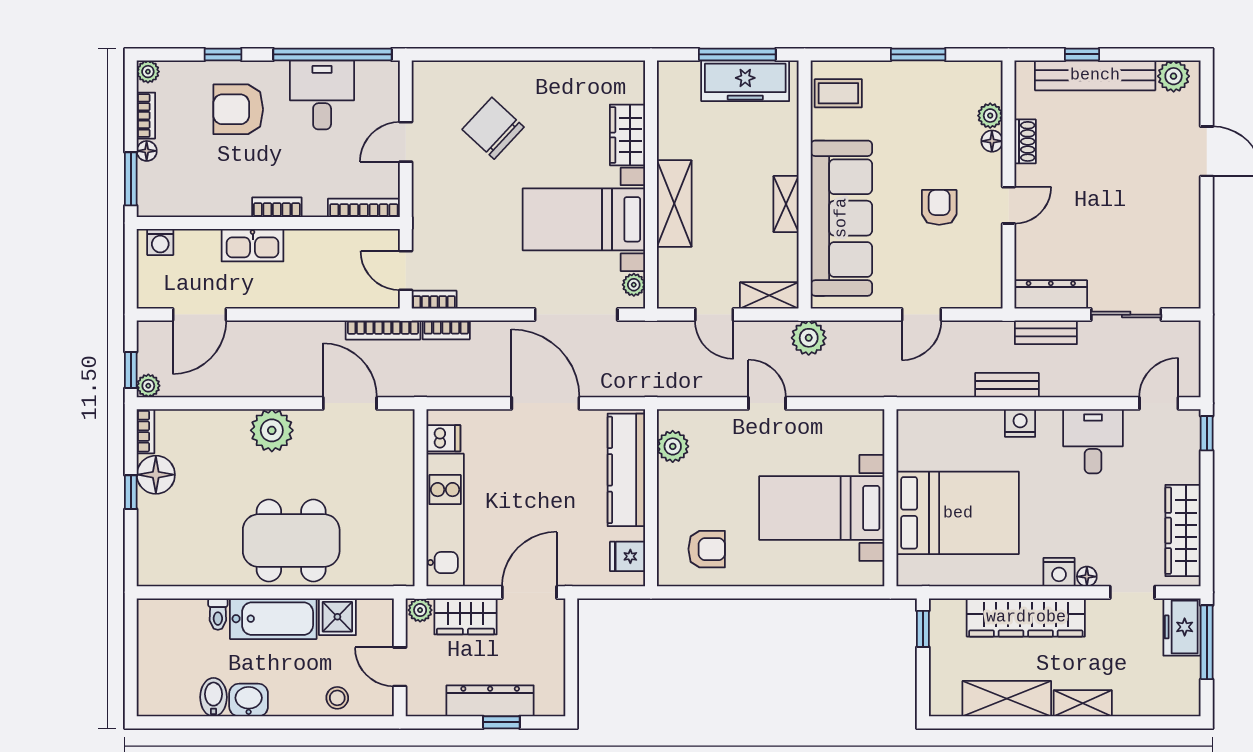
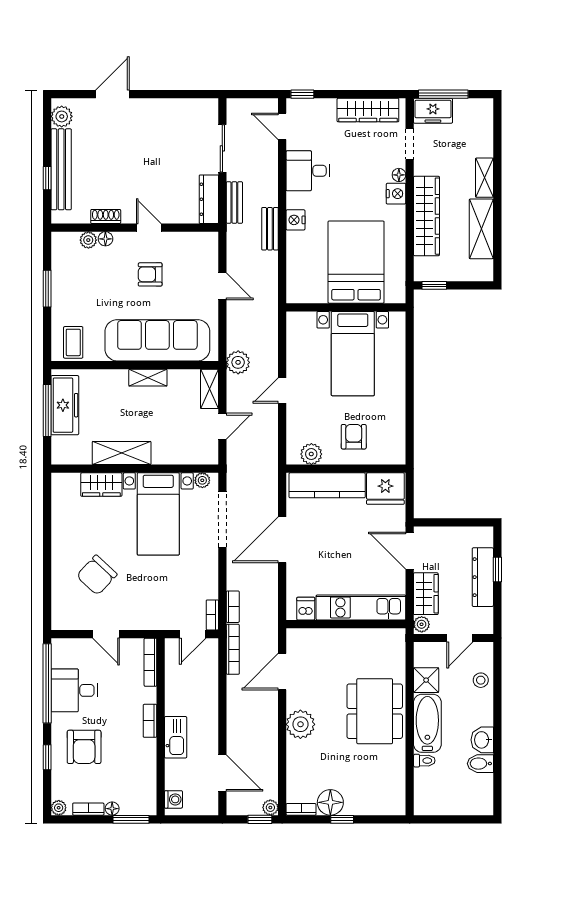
shelving: (674, 204) -> (122, 453), moved
armchair: (707, 549) -> (354, 437), moved
fridge: (627, 556) -> (385, 489), width x1.88, depth x1.34

